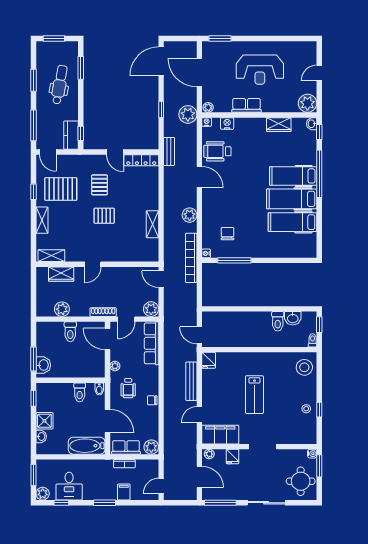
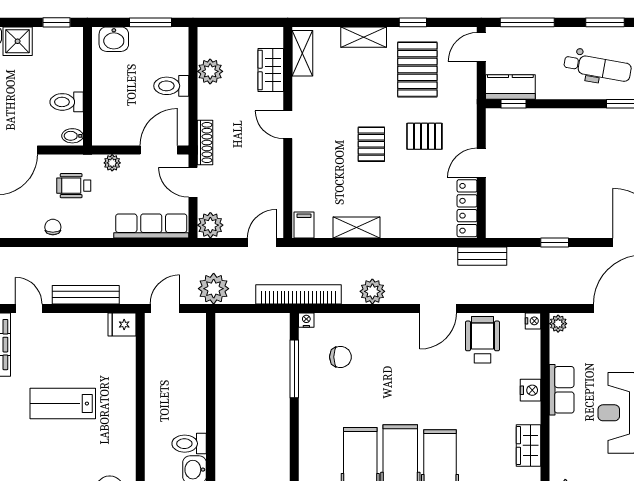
plant: (188, 114) -> (214, 289), moved
nightstand: (227, 123) -> (531, 390), moved
filing cabinet: (151, 255) -> (304, 225), added
window: (34, 359) -> (151, 22), moved

